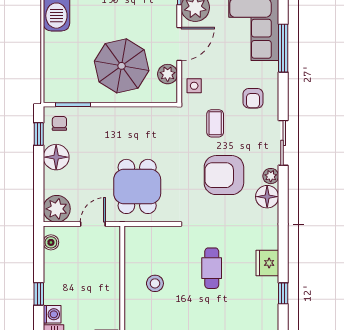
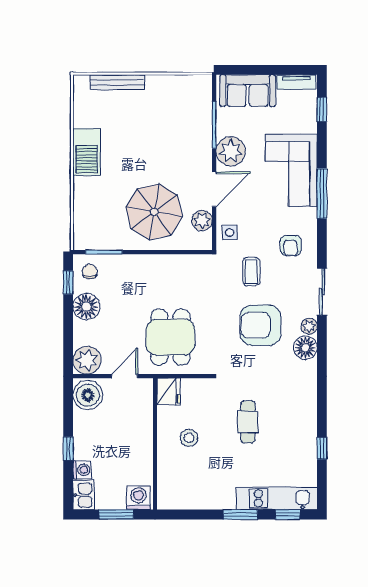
boiler: (51, 242) -> (88, 395), width x1.86, depth x1.86
fridge: (267, 263) -> (169, 392), moved, turned 180

